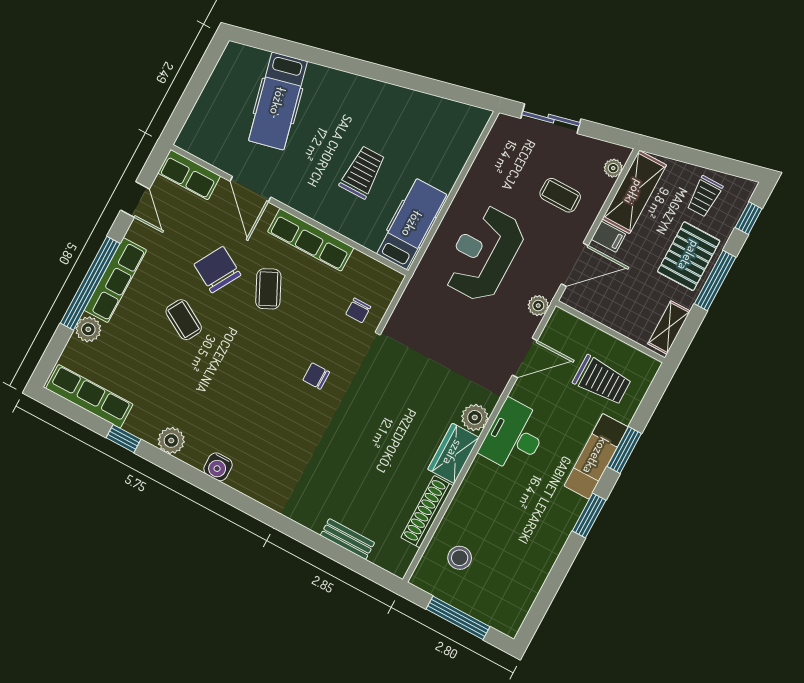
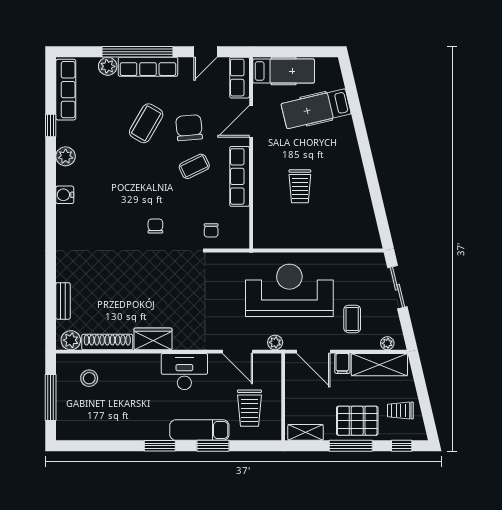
trolley: (363, 172) -> (300, 186), turned 90
hospital bed: (412, 224) -> (284, 71), moved
reception desk: (484, 254) -> (289, 290), width x1.36, depth x1.30
chair: (217, 270) -> (189, 128), turned -35
chair: (358, 310) -> (211, 230), turned -90
coffee table: (184, 320) -> (146, 123), width x1.36, depth x1.30
plant: (475, 417) -> (71, 340), moved

